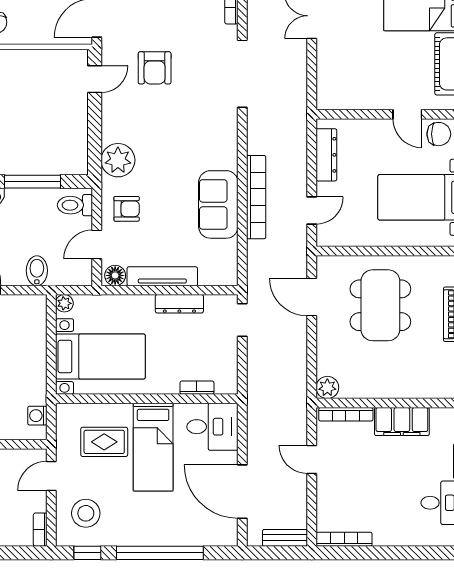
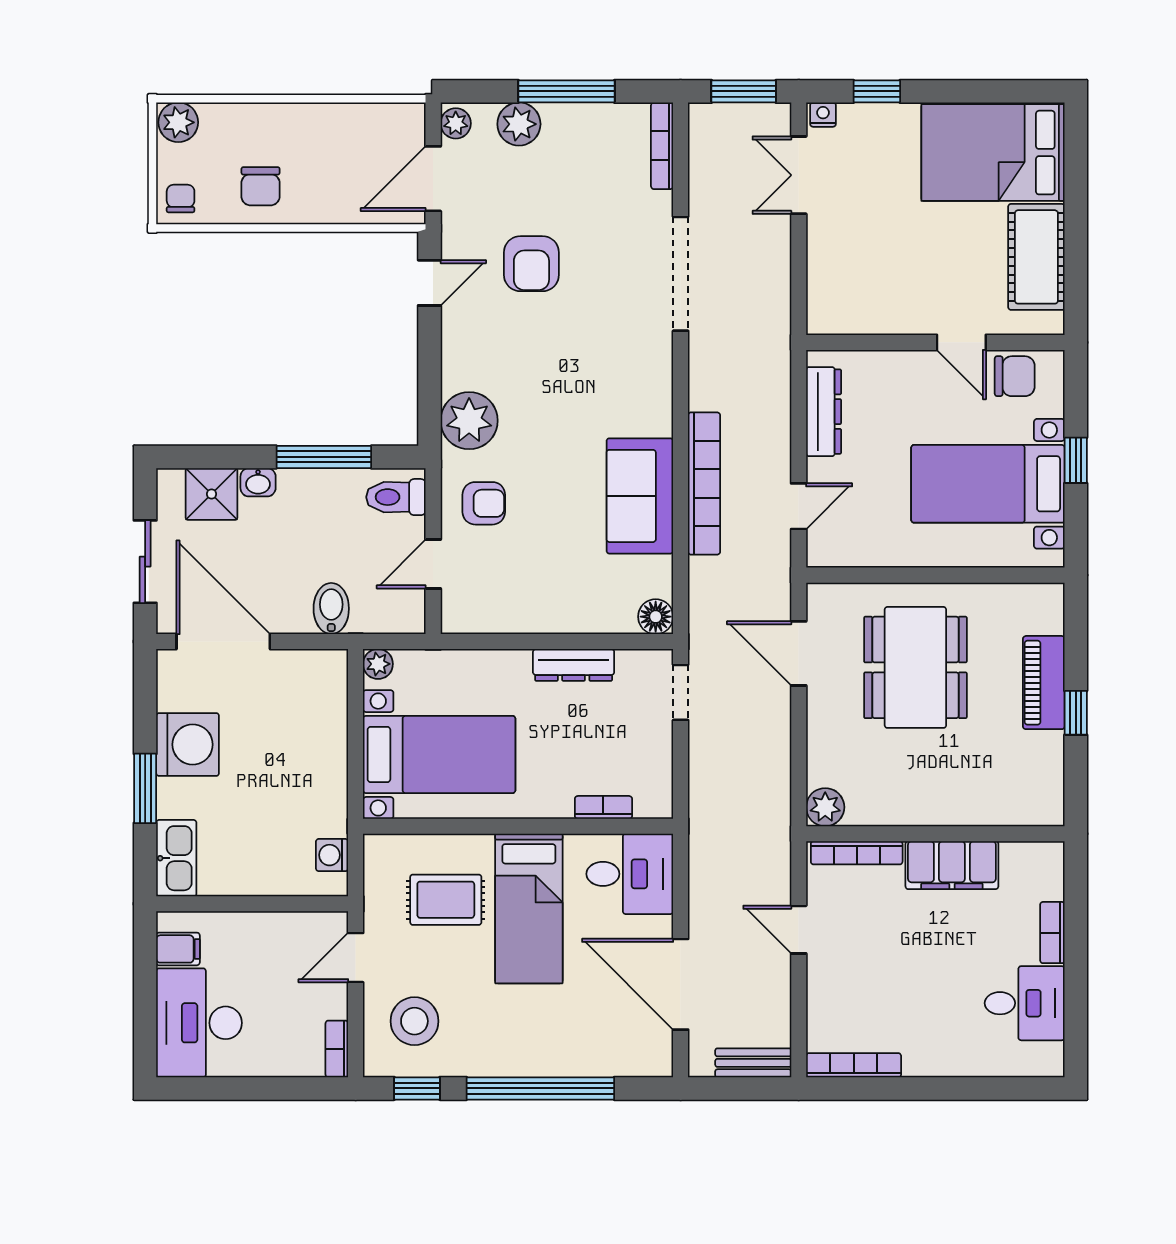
floor lamp: (115, 275) -> (656, 617), moved
tv unit: (162, 276) -> (545, 618), removed

